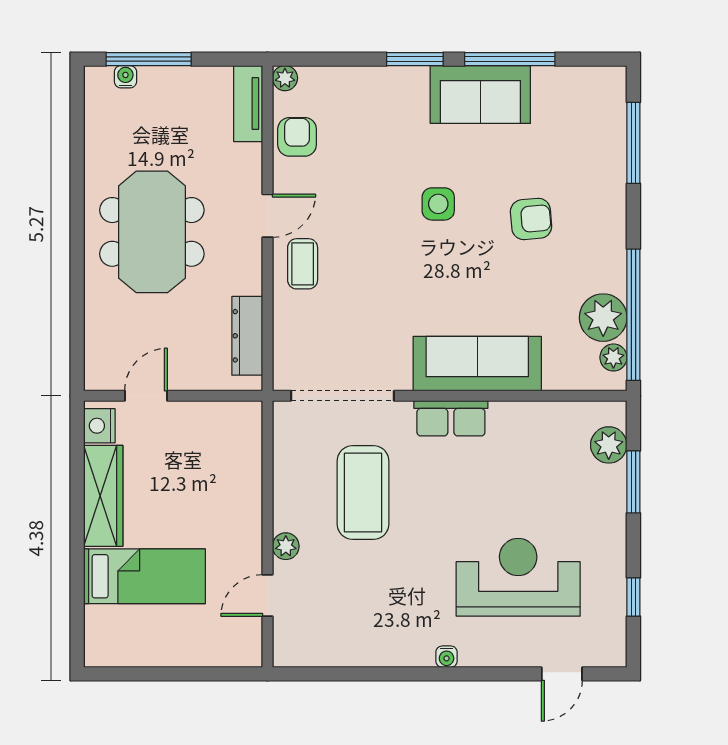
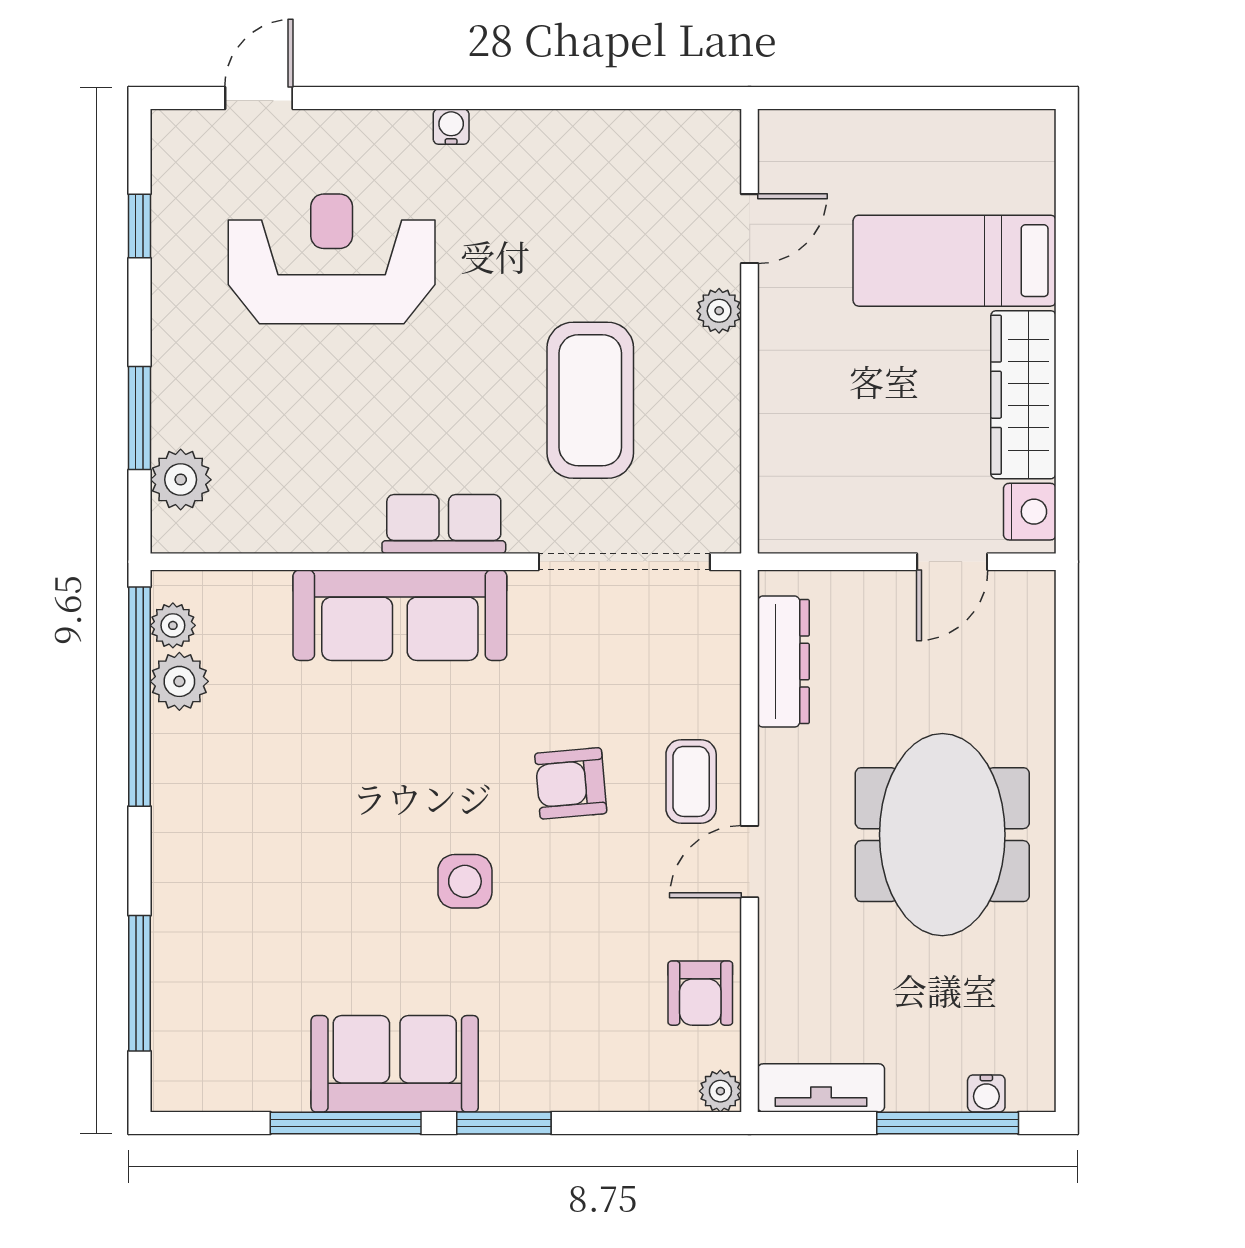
tv unit: (248, 104) -> (821, 1088), moved, turned -90
armchair: (531, 219) -> (571, 783), moved
plant: (603, 318) -> (179, 681), width x0.73, depth x0.73
reception desk: (518, 577) -> (332, 259), turned 180

